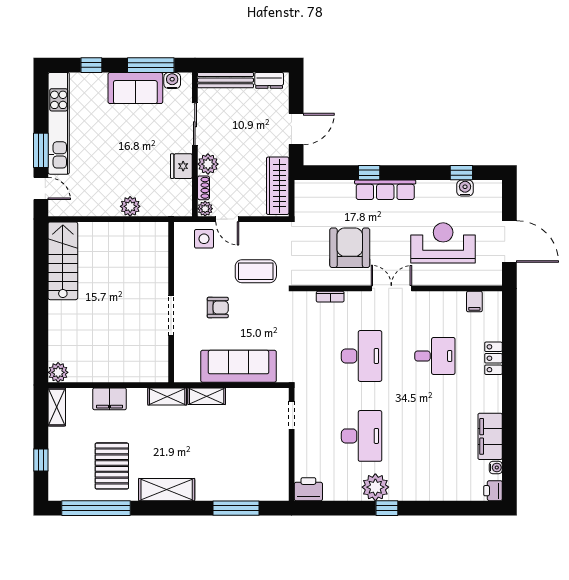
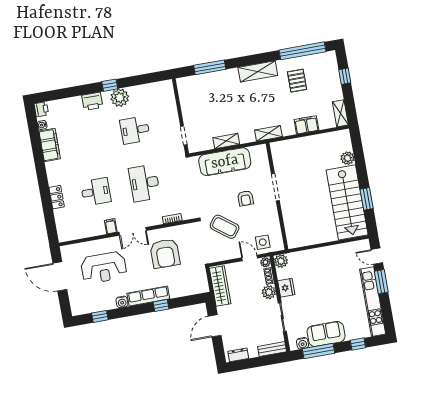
bench: (225, 80) -> (272, 349), width x0.73
water cooler: (465, 188) -> (122, 302), moved
plant: (130, 206) -> (281, 261), moved
stairs: (63, 261) -> (347, 202), width x1.36, depth x1.51
coffee table: (256, 271) -> (225, 227), turned 37
window: (41, 275) -> (367, 199), added
filing cabinet: (474, 302) -> (111, 226), moved
armchair: (218, 307) -> (245, 198), turned -90
desk: (435, 356) -> (96, 192), turned 180
plant: (58, 372) -> (348, 158), moved
shelving: (207, 396) -> (226, 141), moved
desk: (362, 436) -> (135, 130), width x0.73
pallet: (112, 466) -> (297, 81), width x0.67, depth x0.71
printer: (308, 489) -> (92, 101), moved

